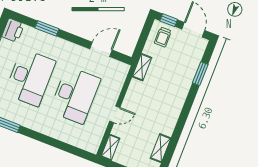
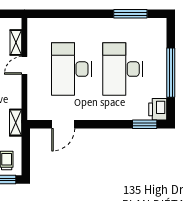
window: (47, 28) -> (145, 124), moved
shelving: (110, 147) -> (16, 43), moved

